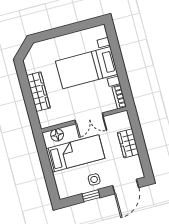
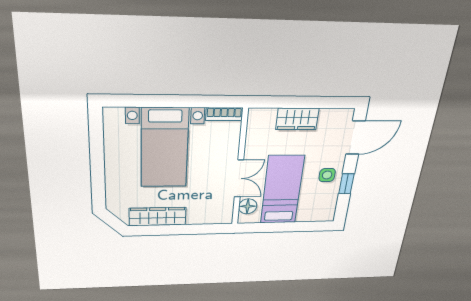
wardrobe: (38, 92) -> (158, 217), moved
double door: (89, 118) -> (239, 179), moved
door: (126, 187) -> (355, 138), hinge flipped

